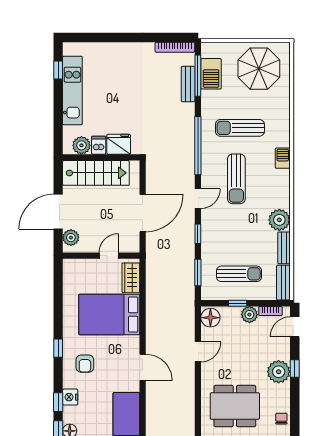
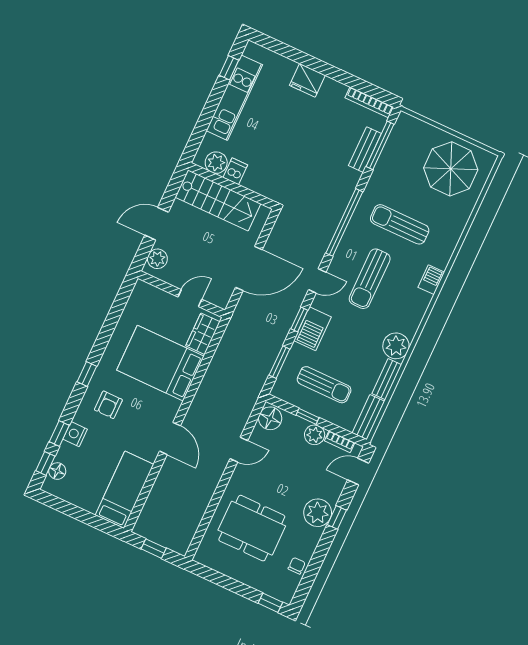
barbecue: (211, 74) -> (313, 329), moved
fridge: (119, 144) -> (307, 80), moved, turned 180
door: (58, 212) -> (157, 224), width x0.73

